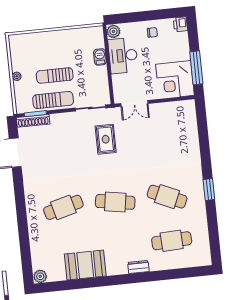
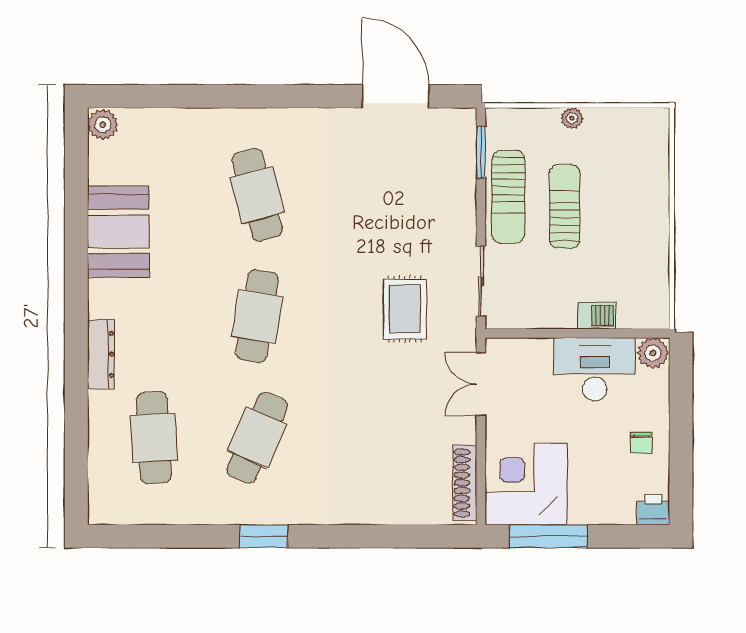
shoe rack: (33, 121) -> (465, 483), moved
rug: (106, 139) -> (405, 309), turned 90
dresser: (138, 267) -> (101, 354), width x1.44

